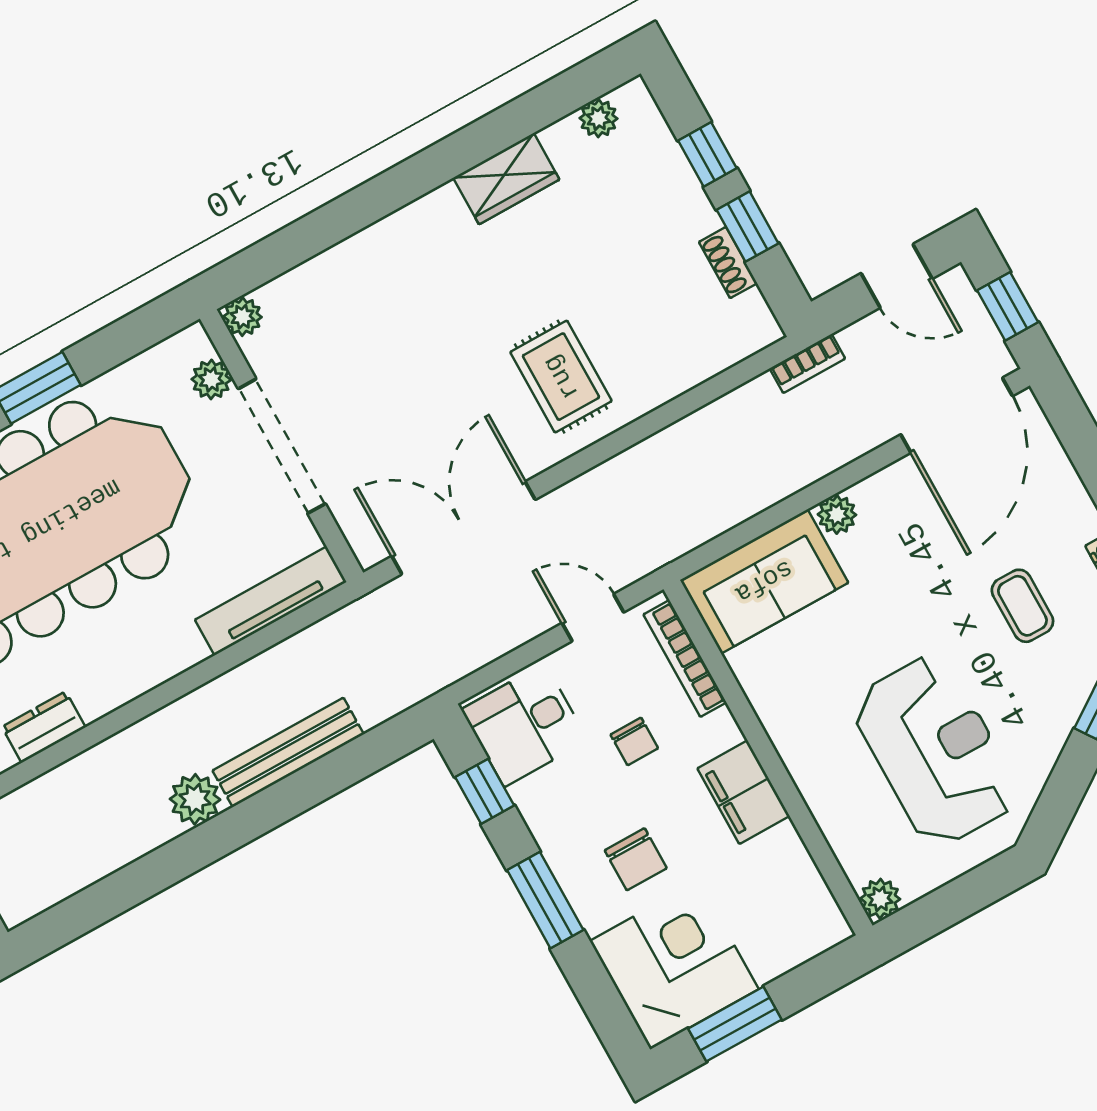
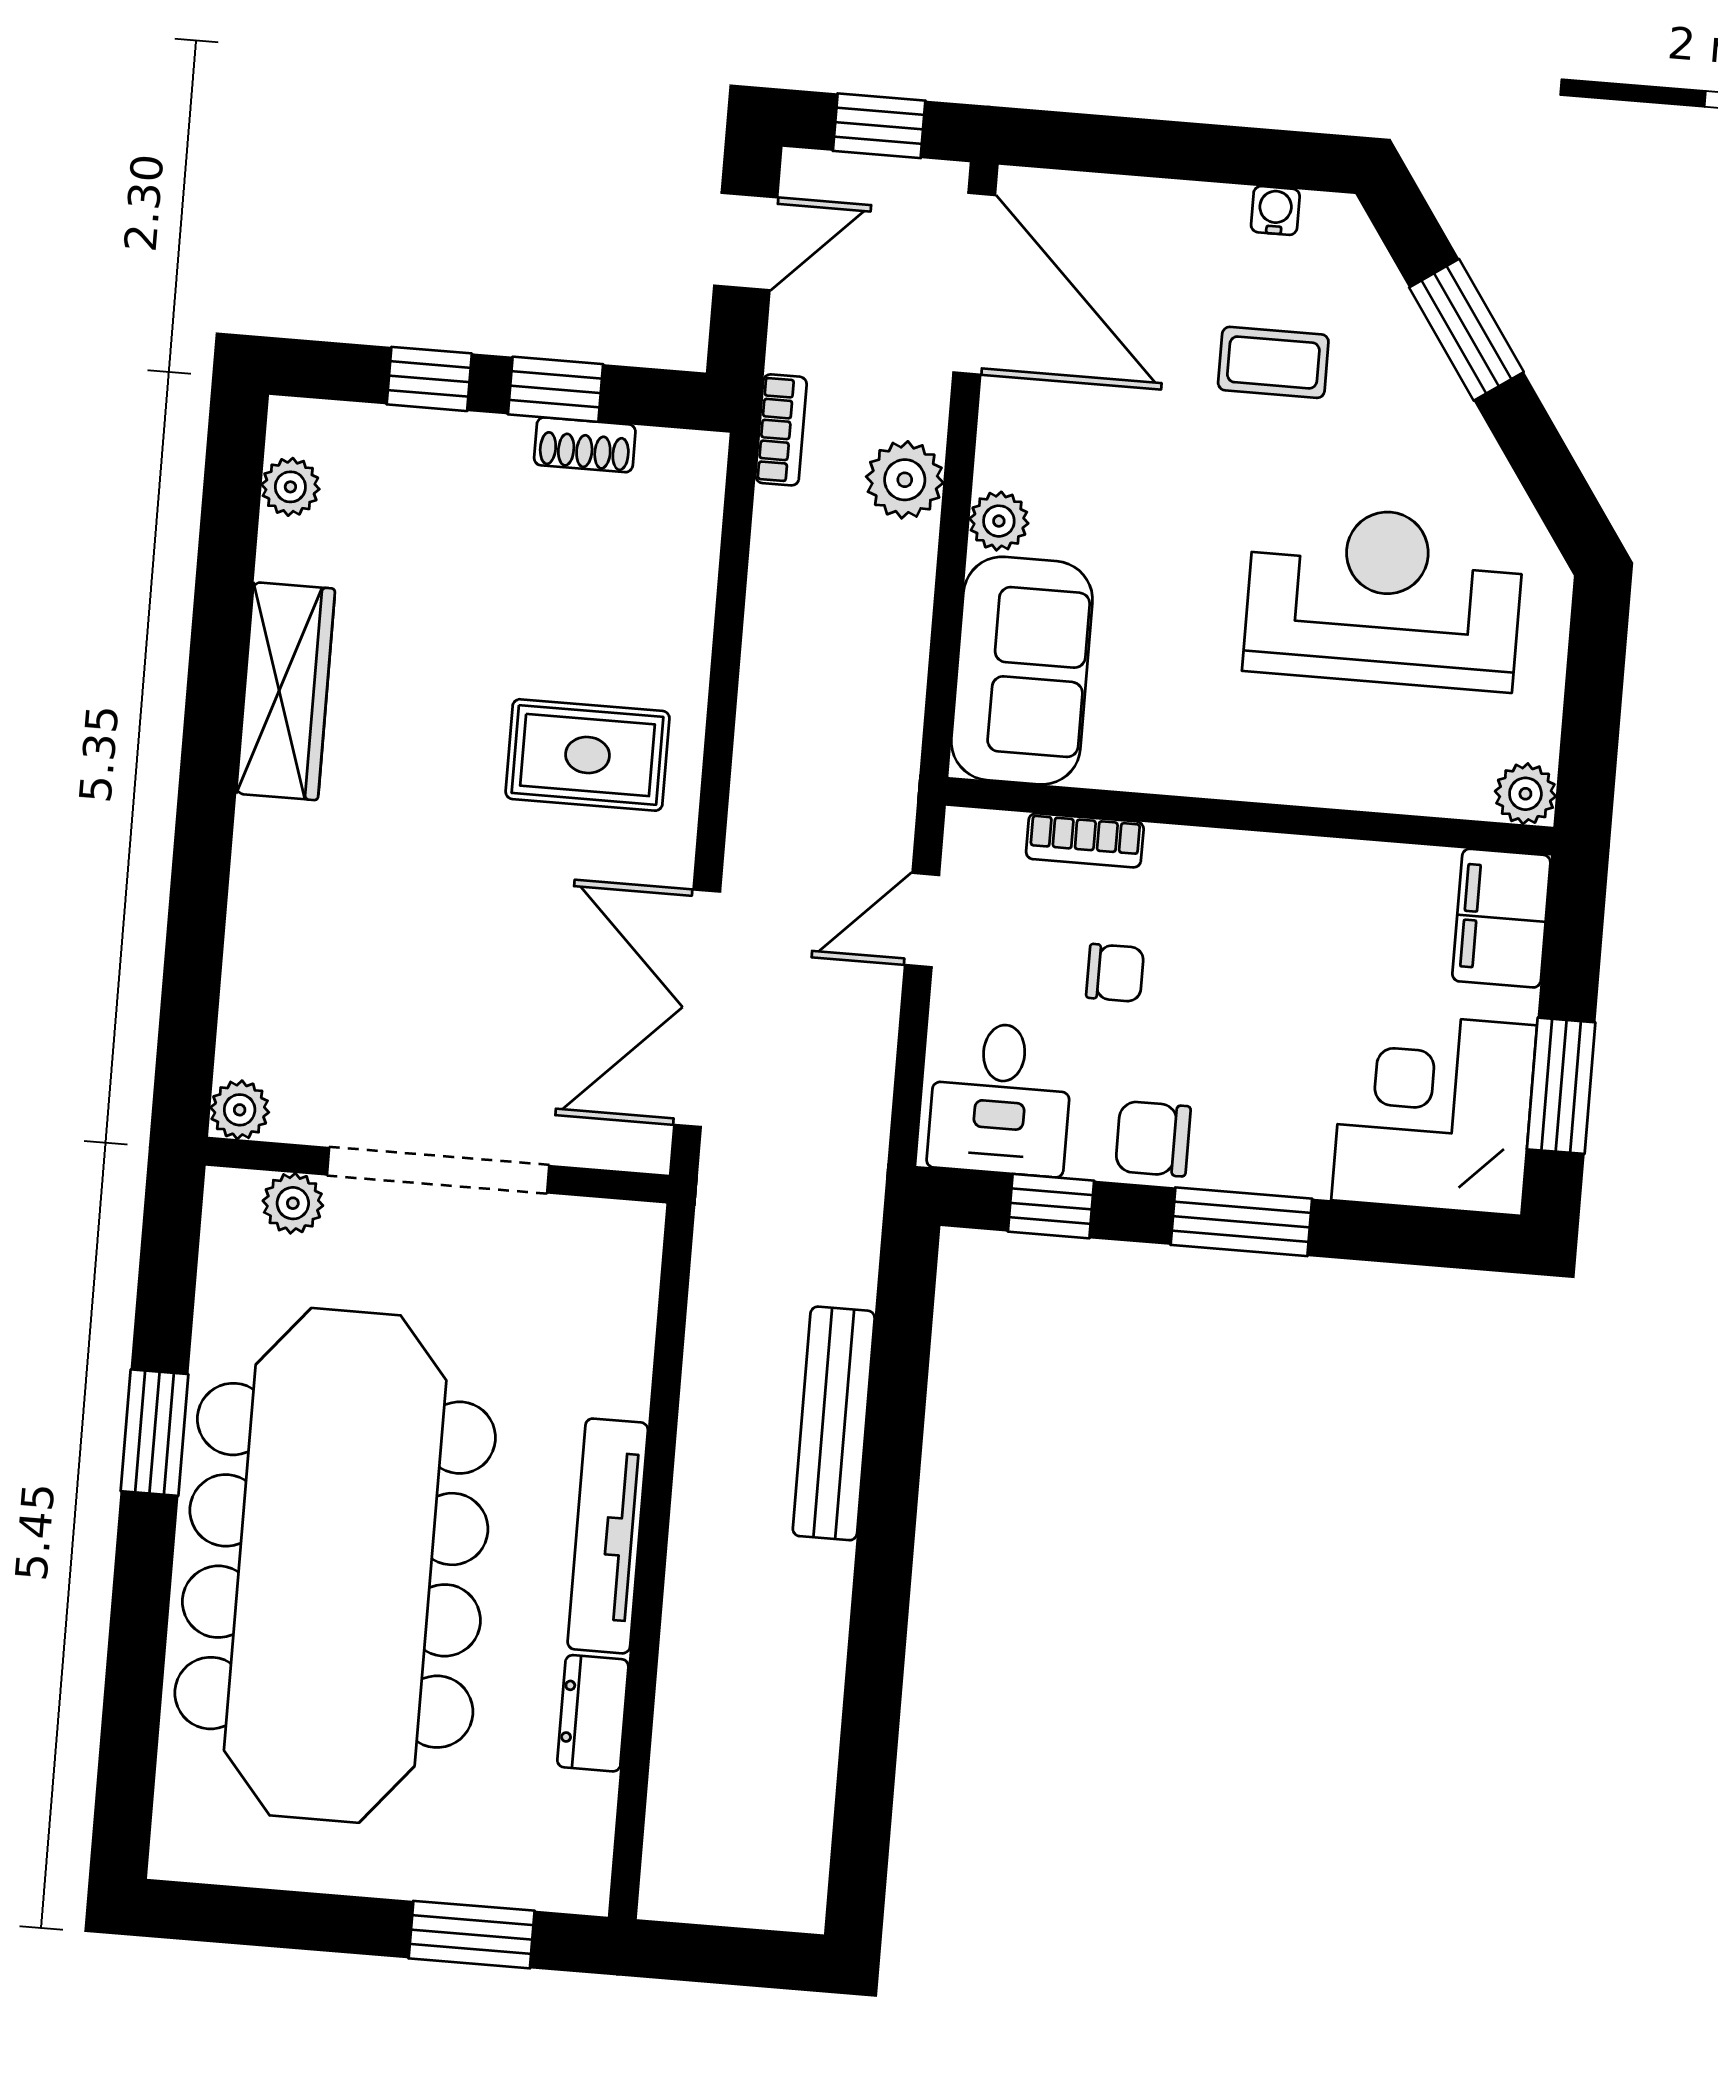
wardrobe: (506, 179) -> (286, 691), width x1.50
tv unit: (271, 601) -> (608, 1536), moved
bookcase: (685, 658) -> (1085, 840), width x0.64
filing cabinet: (743, 792) -> (1501, 918), moved, turned 90
plant: (195, 799) -> (905, 480), moved
chair: (636, 859) -> (1153, 1139), moved, turned 180

